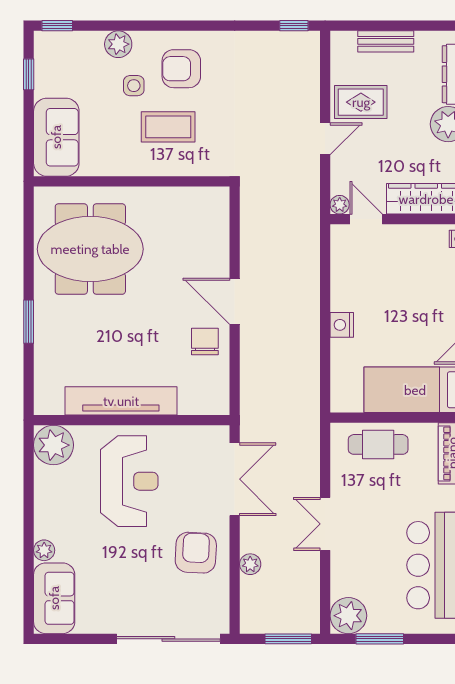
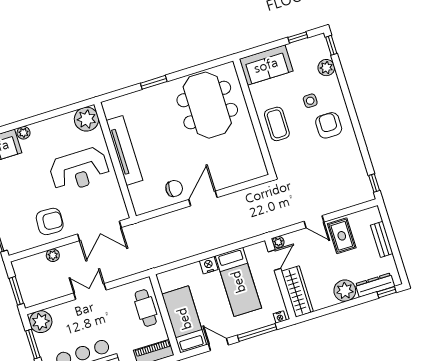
plant: (118, 44) -> (326, 68), moved
coffee table: (168, 127) -> (277, 124), moved
bed: (383, 287) -> (238, 282), added

